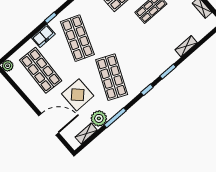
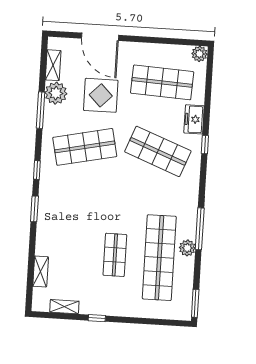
shelving: (186, 46) -> (41, 272), moved
shop shelf: (112, 77) -> (85, 147), turned -36
door: (49, 124) -> (100, 37), hinge flipped

